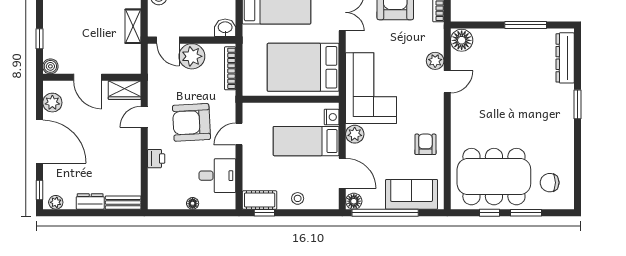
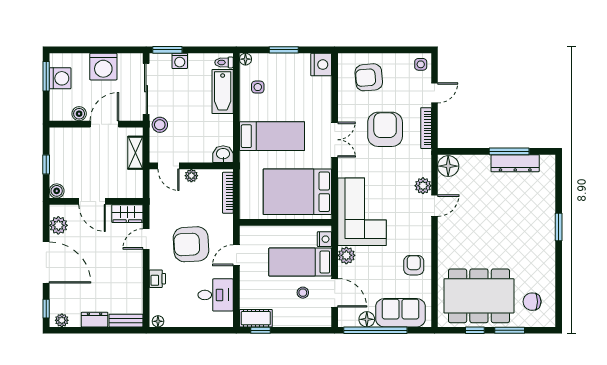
plant: (192, 56) -> (191, 176), width x0.53, depth x0.53
dresser: (565, 58) -> (515, 163), moved, turned -90
stool: (298, 198) -> (303, 293), moved
floor lamp: (354, 201) -> (367, 319), moved
floor lamp: (193, 203) -> (158, 321), moved

